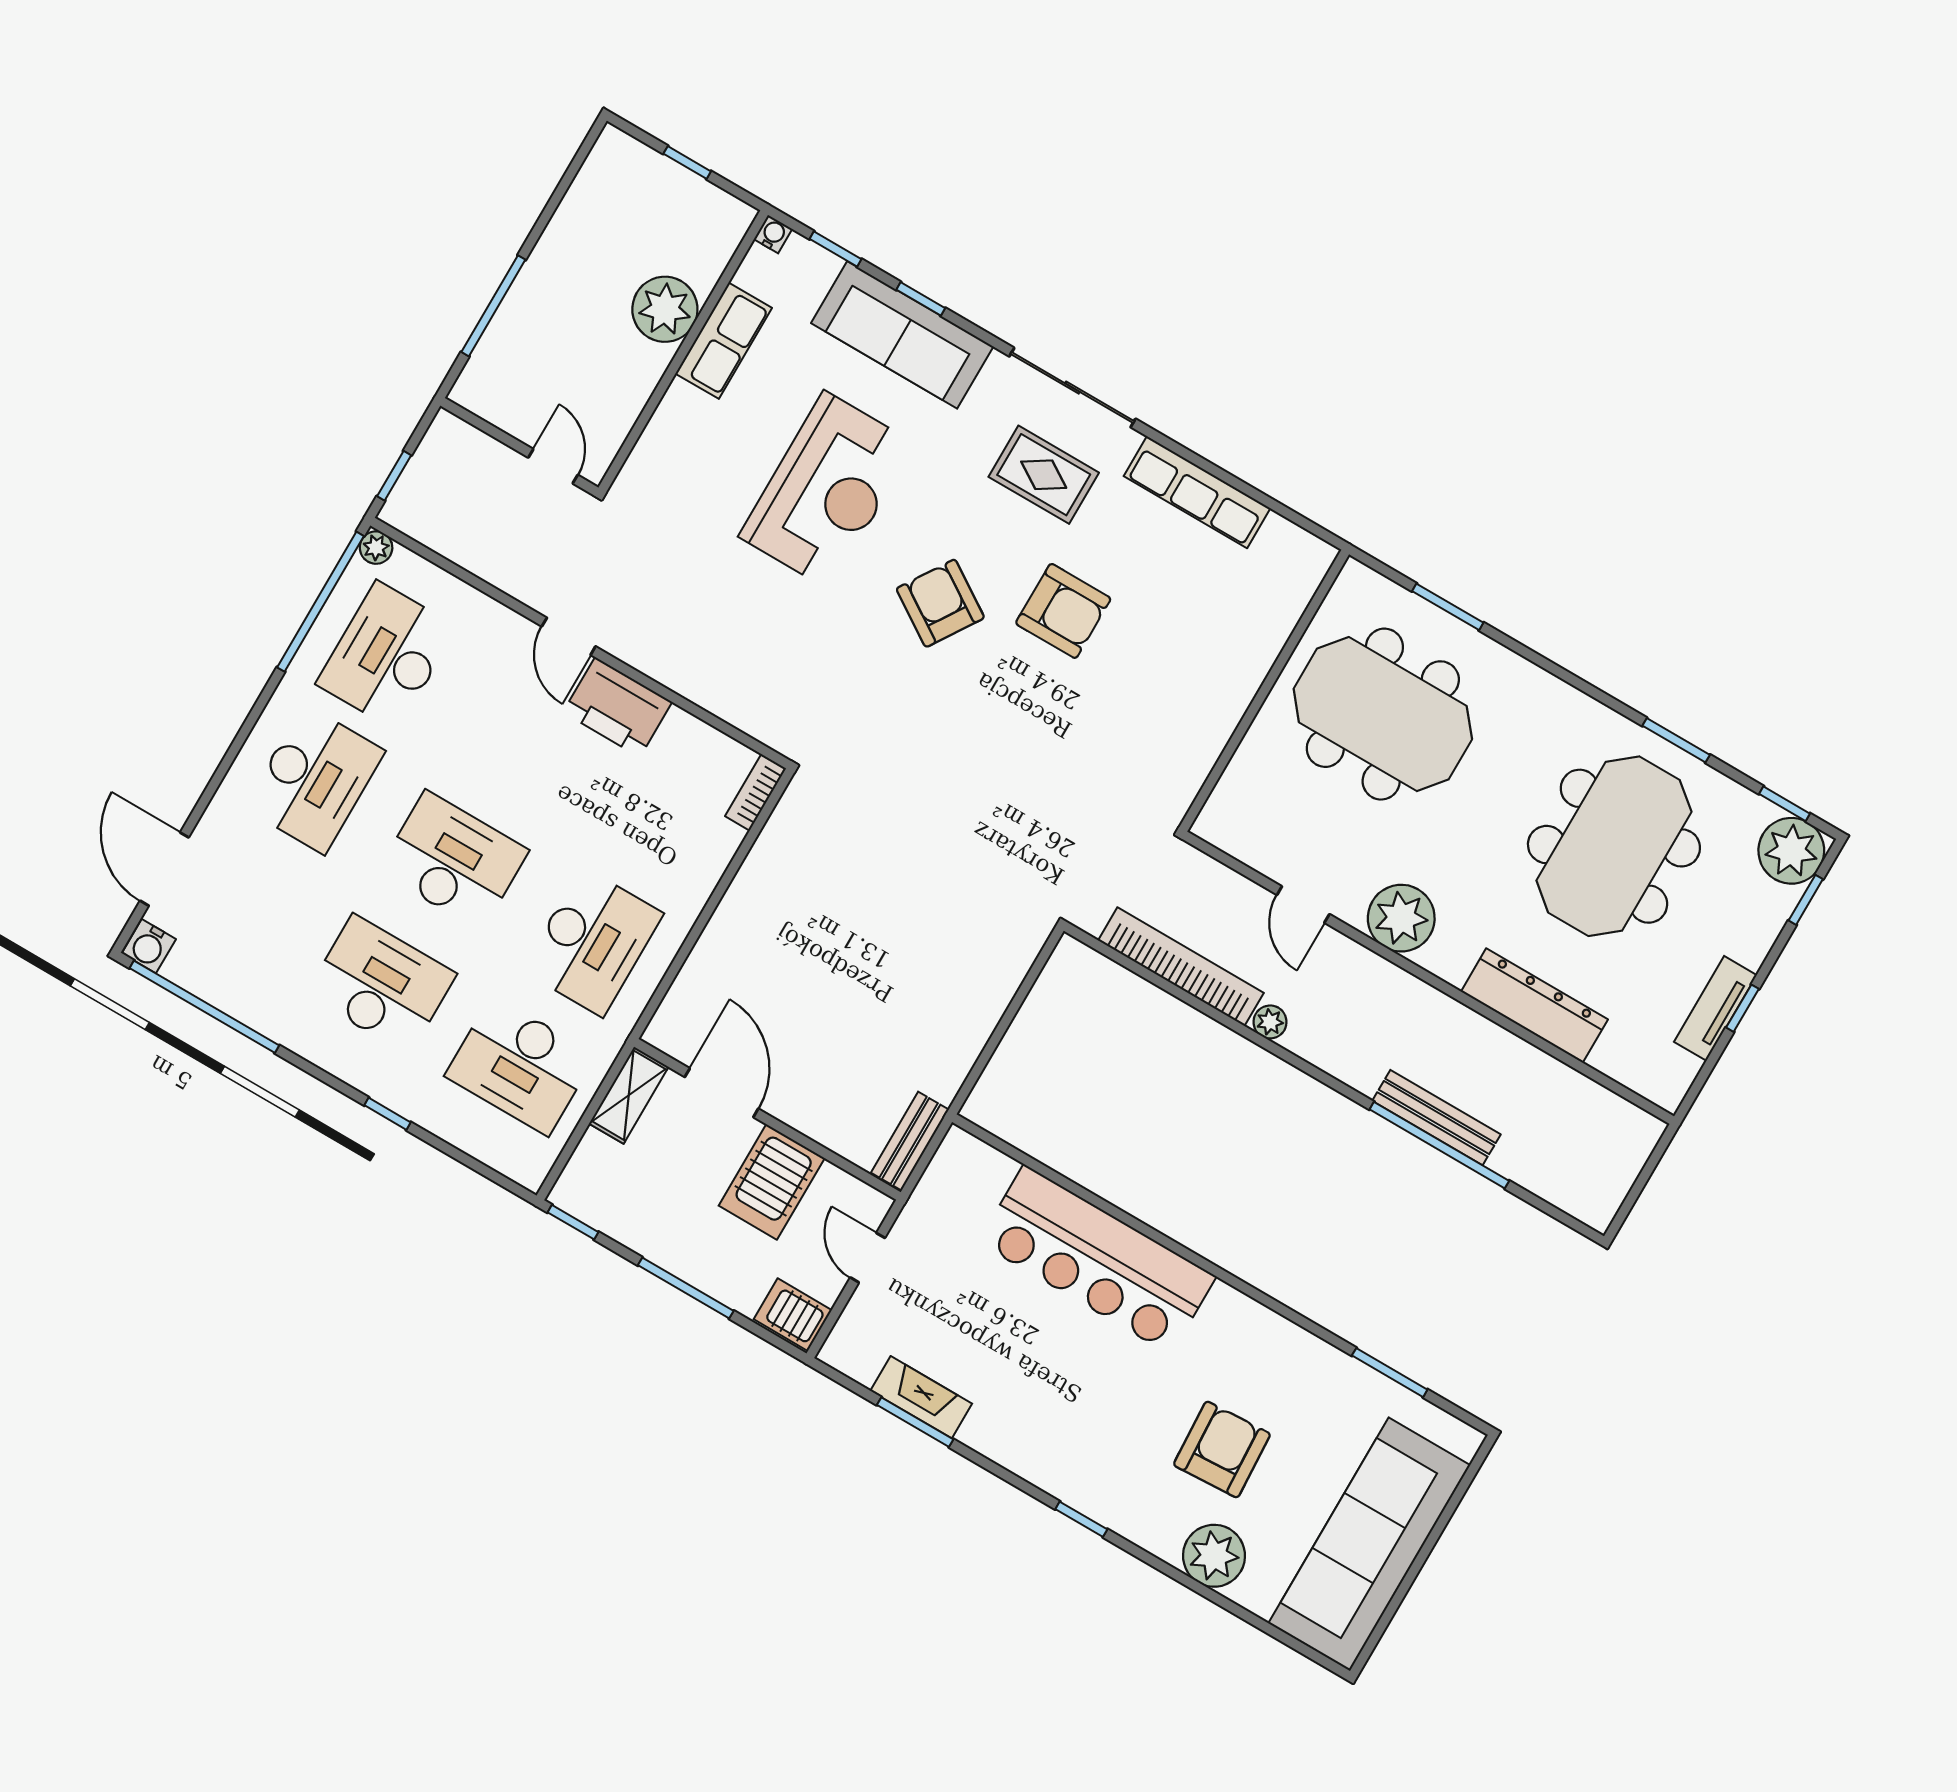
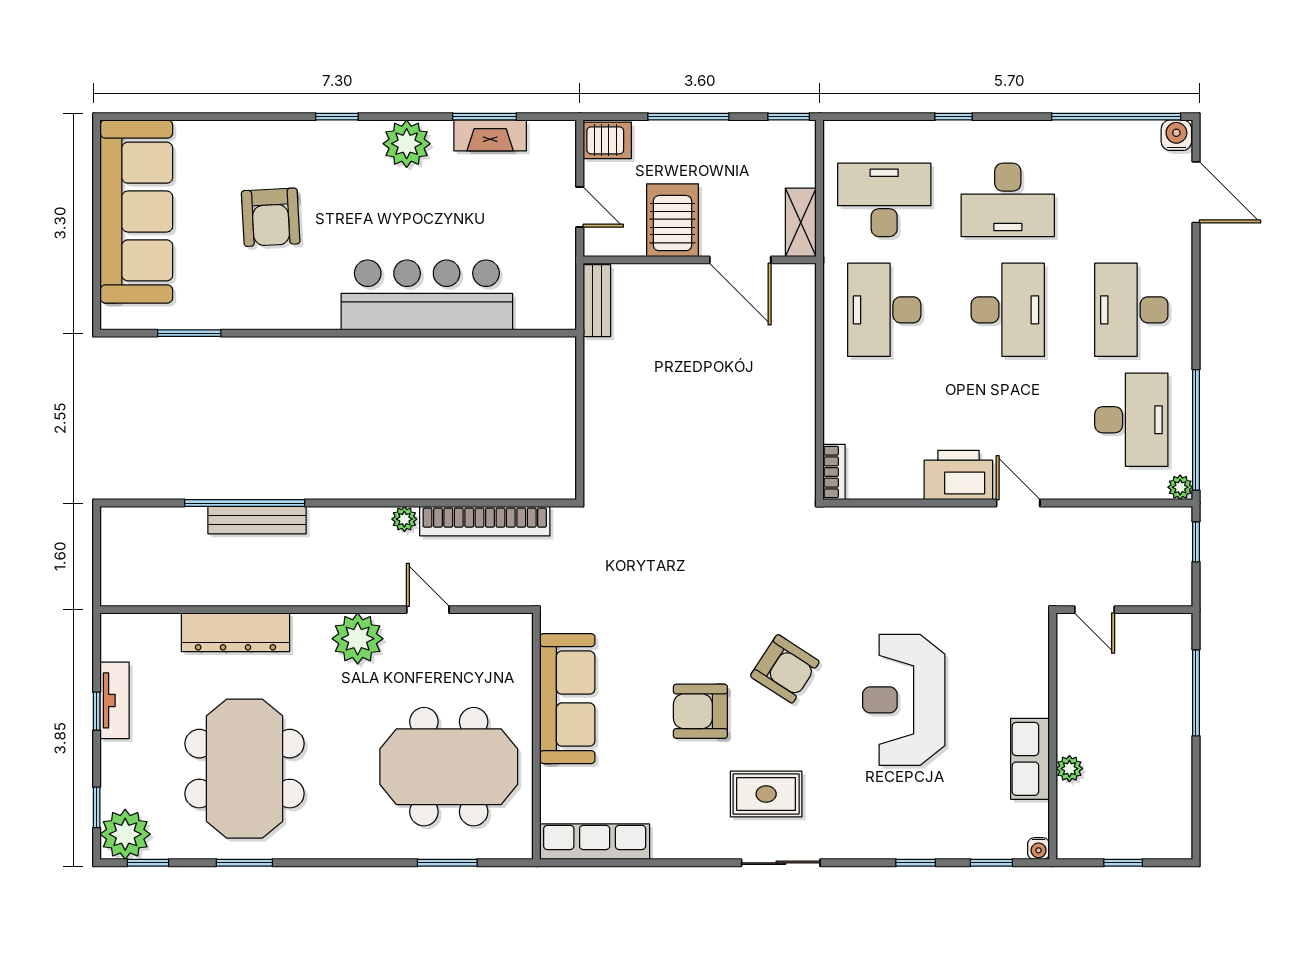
plant: (665, 309) -> (1069, 769), width x0.53, depth x0.53
sofa: (902, 335) -> (567, 699), moved, turned 90
sliding door: (1072, 388) -> (781, 863), width x0.73
row of seats: (1197, 492) -> (595, 842), moved
desk: (453, 861) -> (1008, 310), turned -90
plant: (1214, 1556) -> (407, 144), moved

